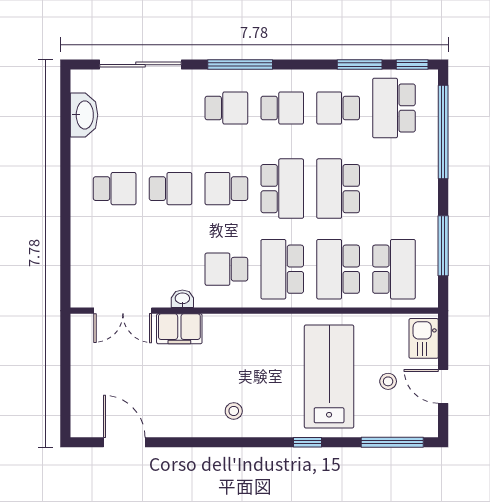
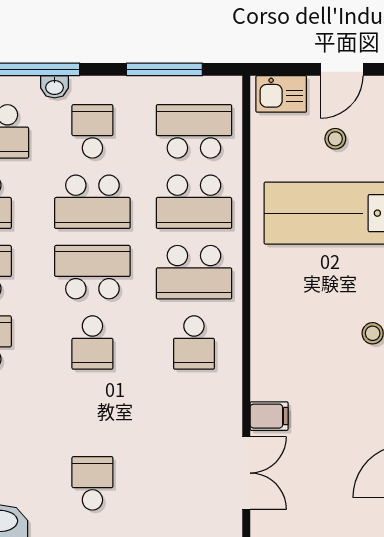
school desk: (170, 189) -> (92, 131), moved
washbasin: (182, 299) -> (55, 87), moved, turned -90
filing cabinet: (179, 329) -> (269, 416), width x0.50

